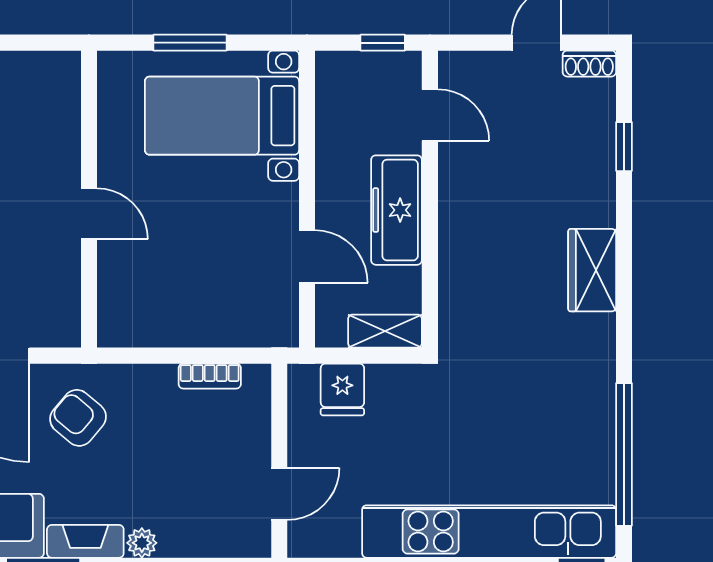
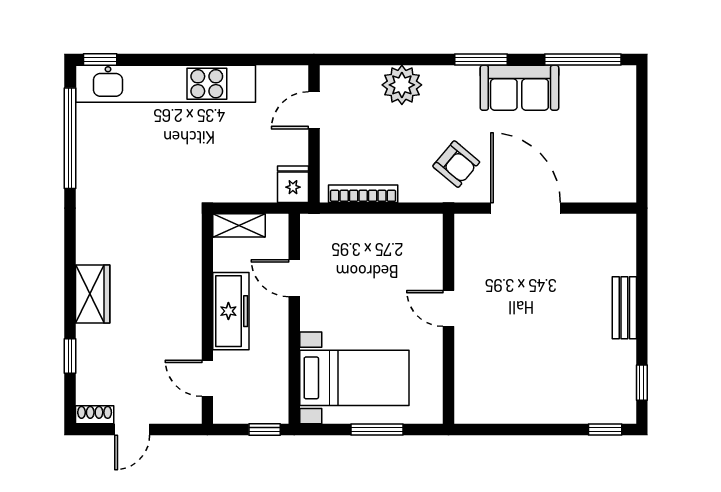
window: (383, 43) -> (265, 430), moved
wardrobe: (592, 270) -> (93, 294), moved
bookcase: (210, 376) -> (363, 194), width x1.56
fridge: (342, 389) -> (293, 184), moved
fireplace: (85, 541) -> (451, 77), removed
plant: (142, 543) -> (402, 85), width x1.88, depth x1.88

